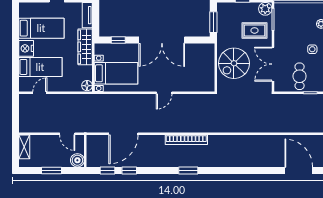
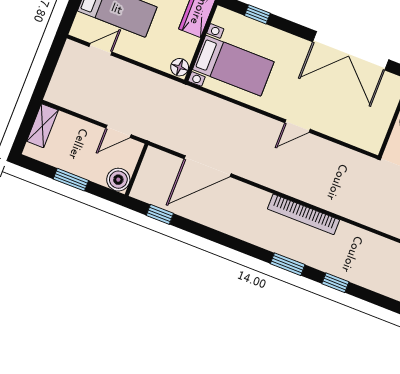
double door: (162, 40) -> (351, 51), moved
door: (67, 134) -> (118, 131), hinge flipped
window: (129, 170) -> (335, 283), moved

